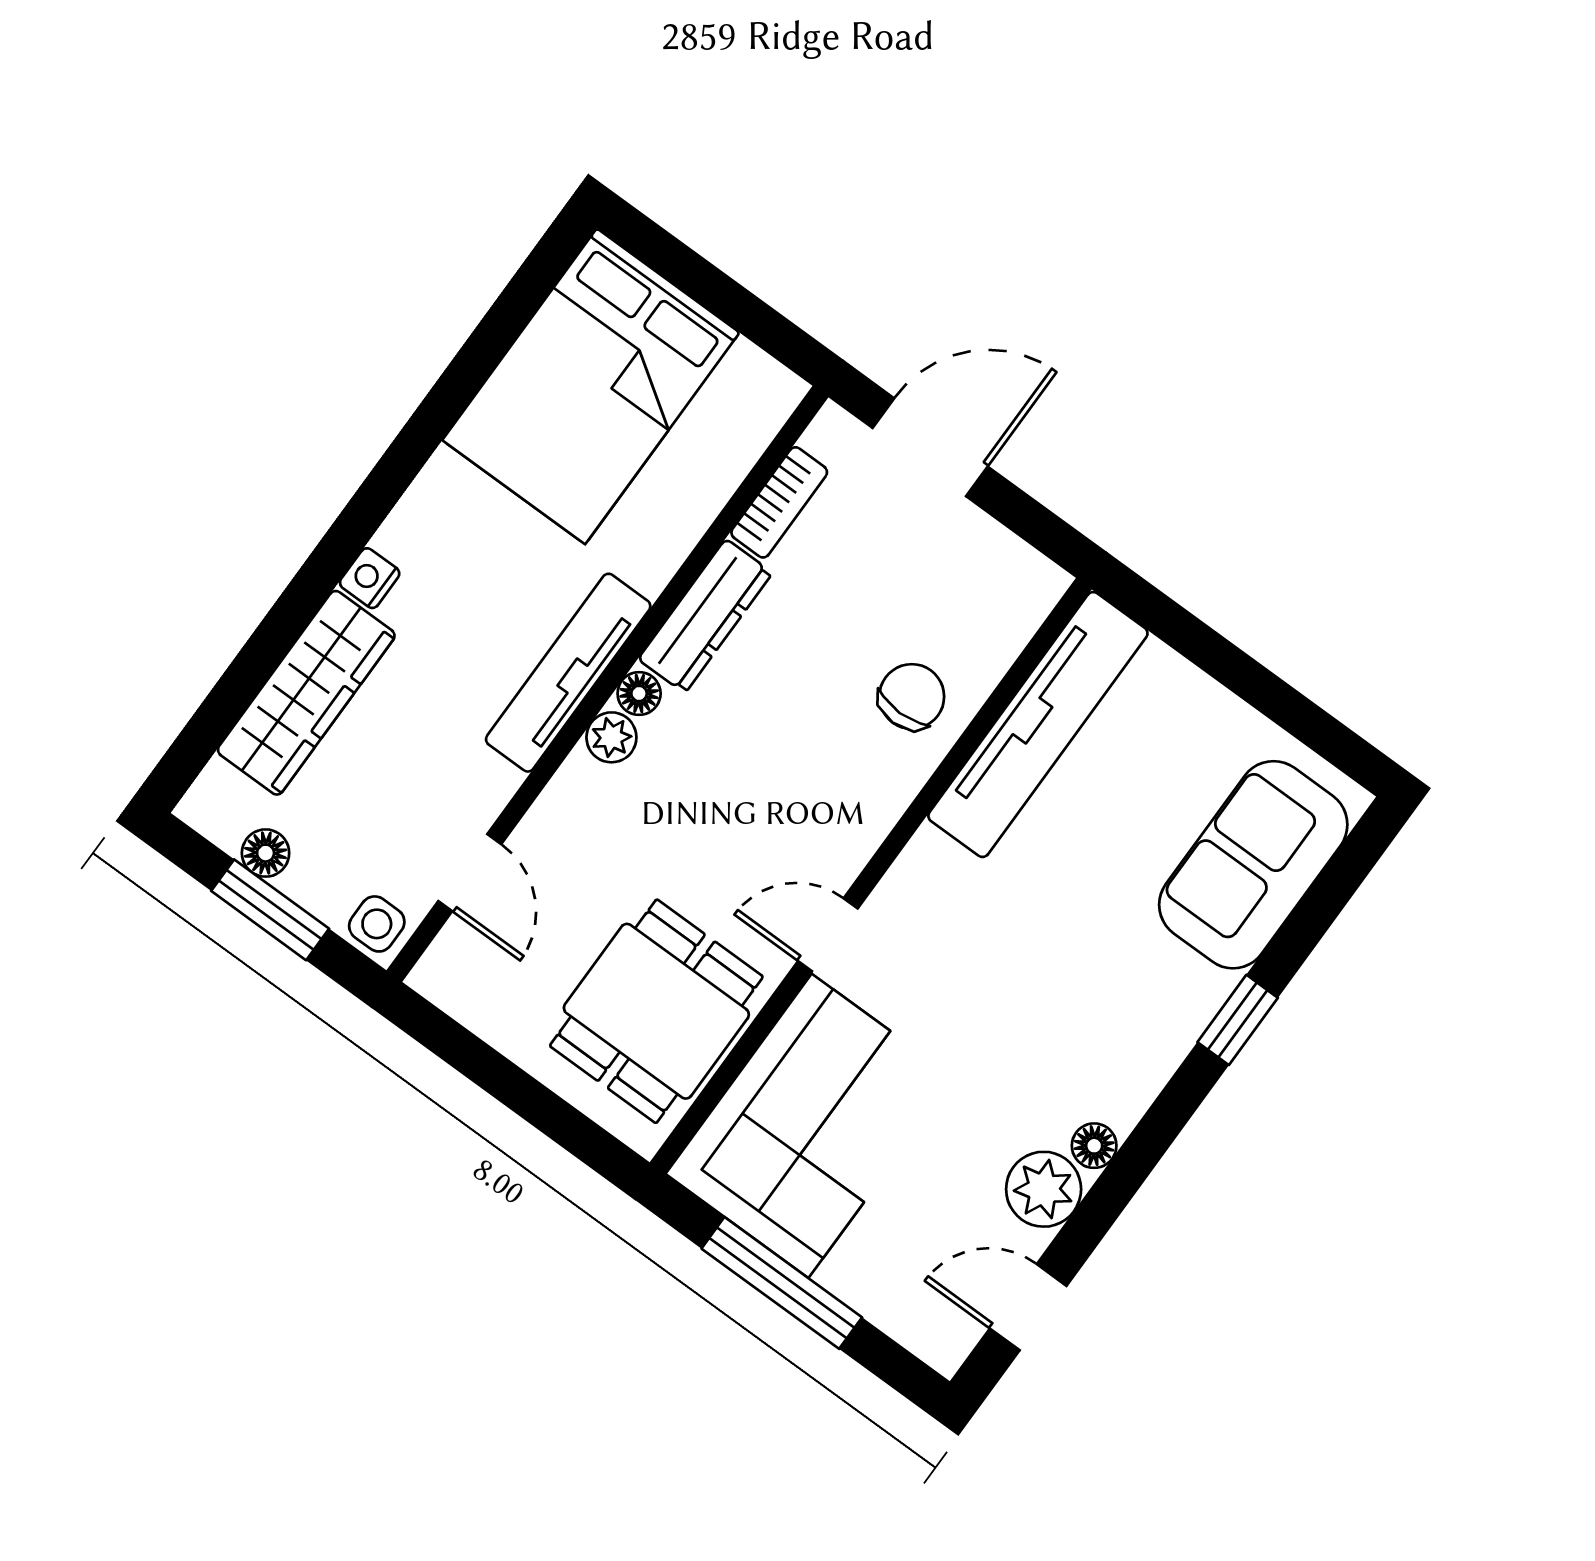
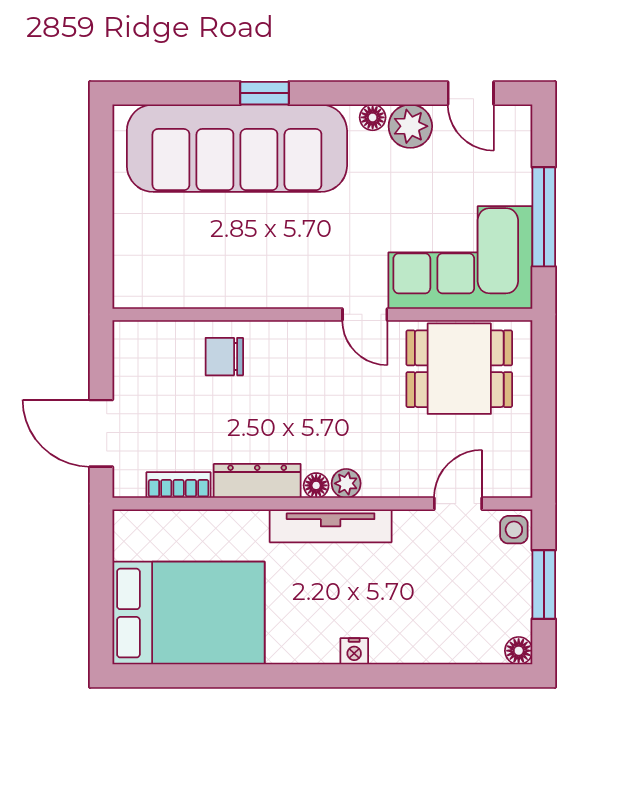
wardrobe: (306, 693) -> (430, 642), removed
tv unit: (1038, 725) -> (194, 288), removed
floor lamp: (266, 853) -> (519, 651), moved
sofa: (1253, 865) -> (237, 148), width x1.85, depth x1.27

